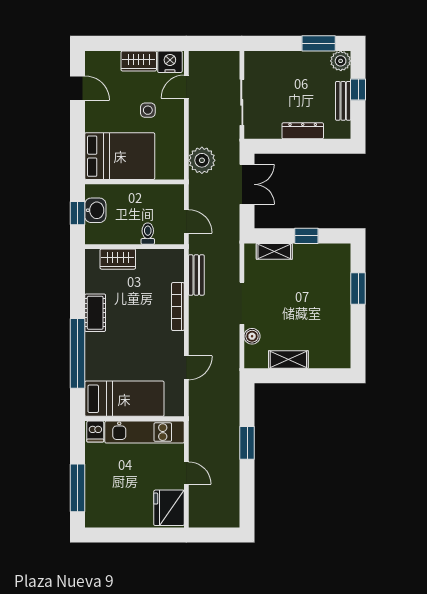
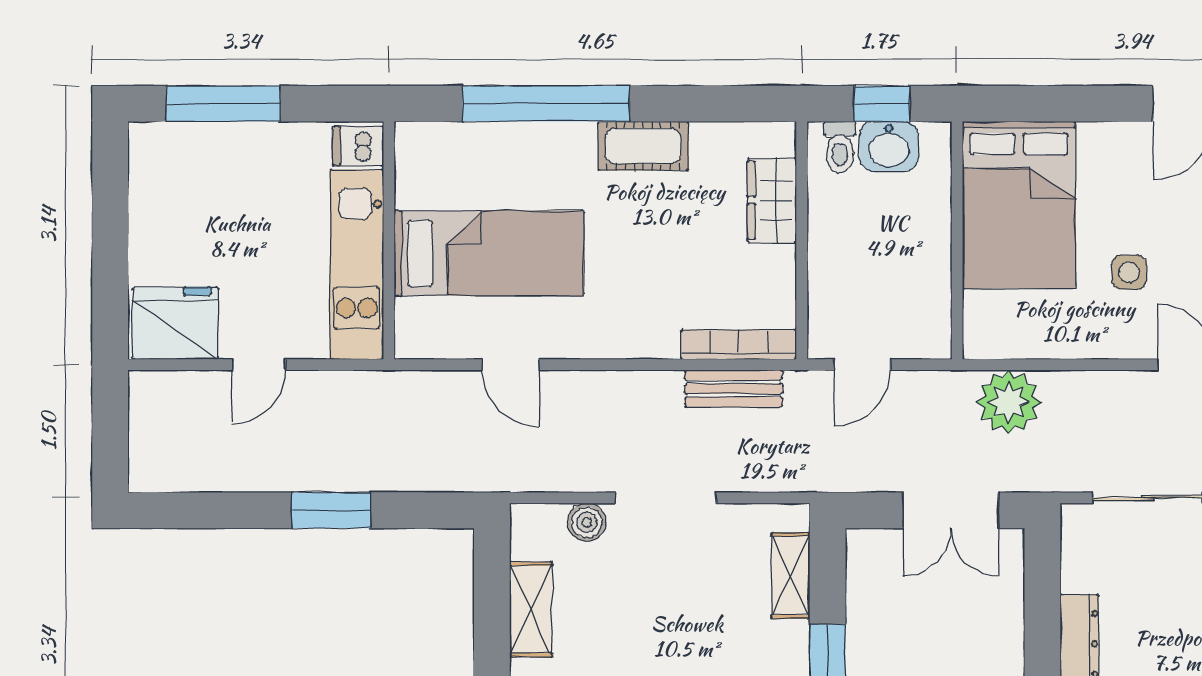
toilet: (148, 234) -> (840, 147), moved, turned 90
bookcase: (178, 307) -> (738, 344), moved
bed: (124, 399) -> (489, 253), moved, turned -90

